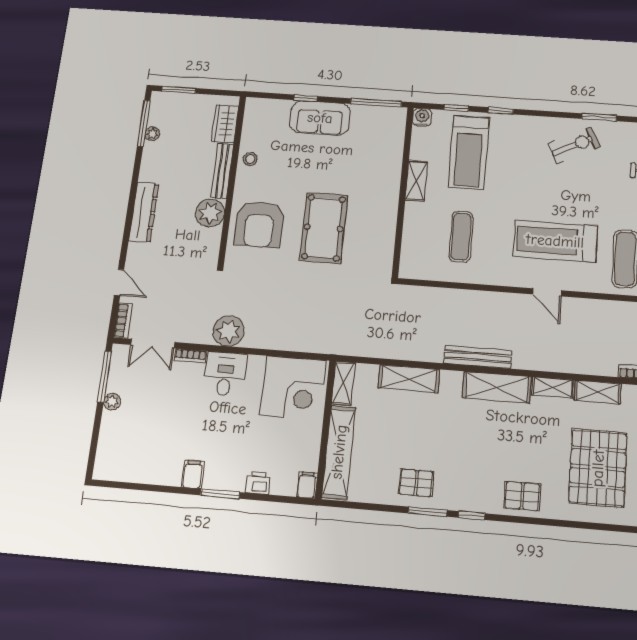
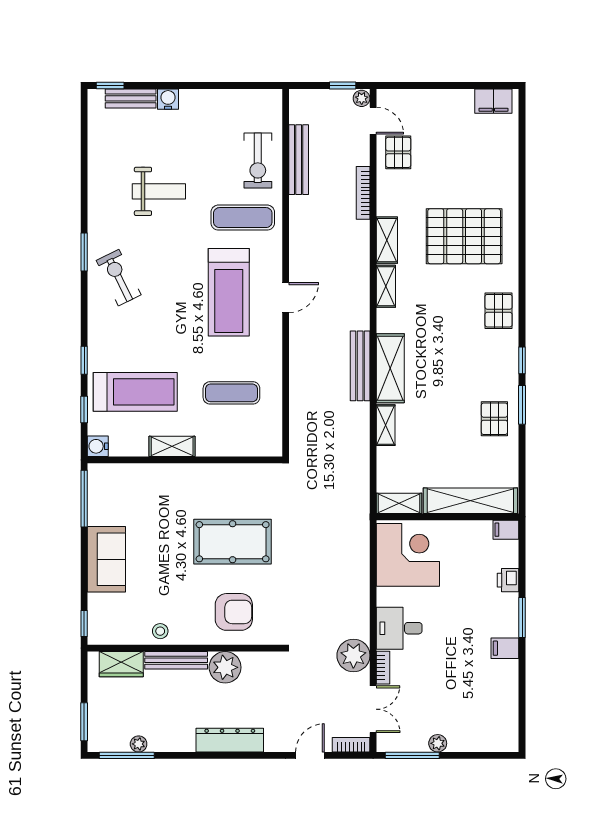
window: (306, 98) -> (84, 623), moved
armchair: (259, 224) -> (234, 612), width x0.73, depth x0.73
plant: (229, 331) -> (353, 655), moved
shelving: (409, 379) -> (386, 425), width x0.67, depth x0.75
shelving: (497, 387) -> (390, 368), moved

